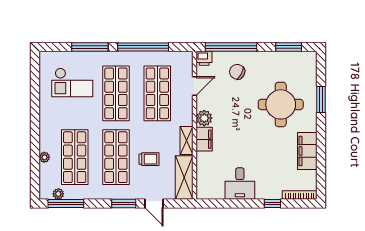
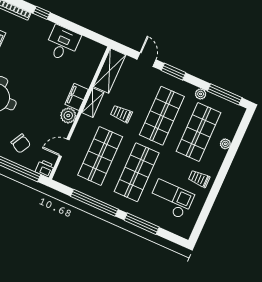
trolley: (55, 113) -> (199, 179), added
trolley: (149, 159) -> (121, 114), moved
plant: (58, 194) -> (201, 94), moved

